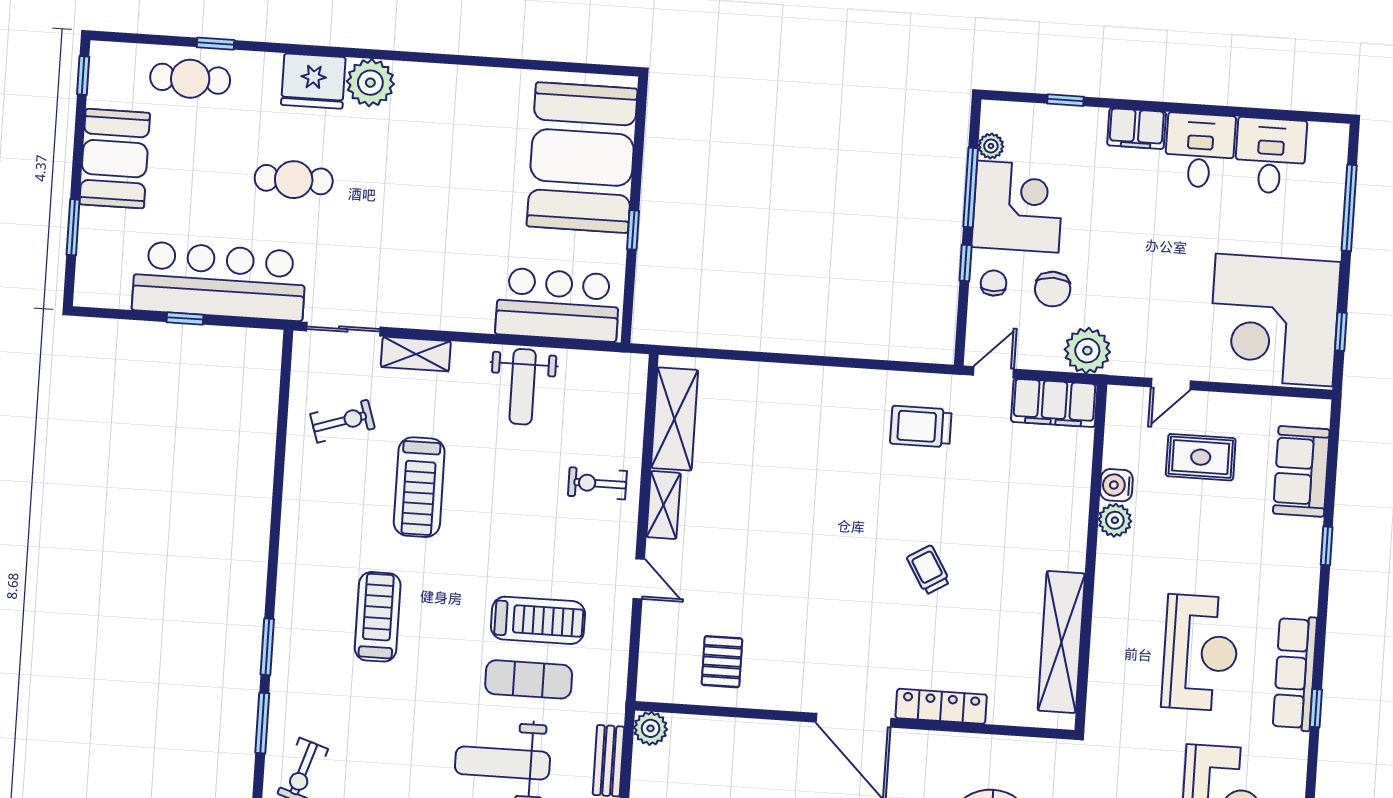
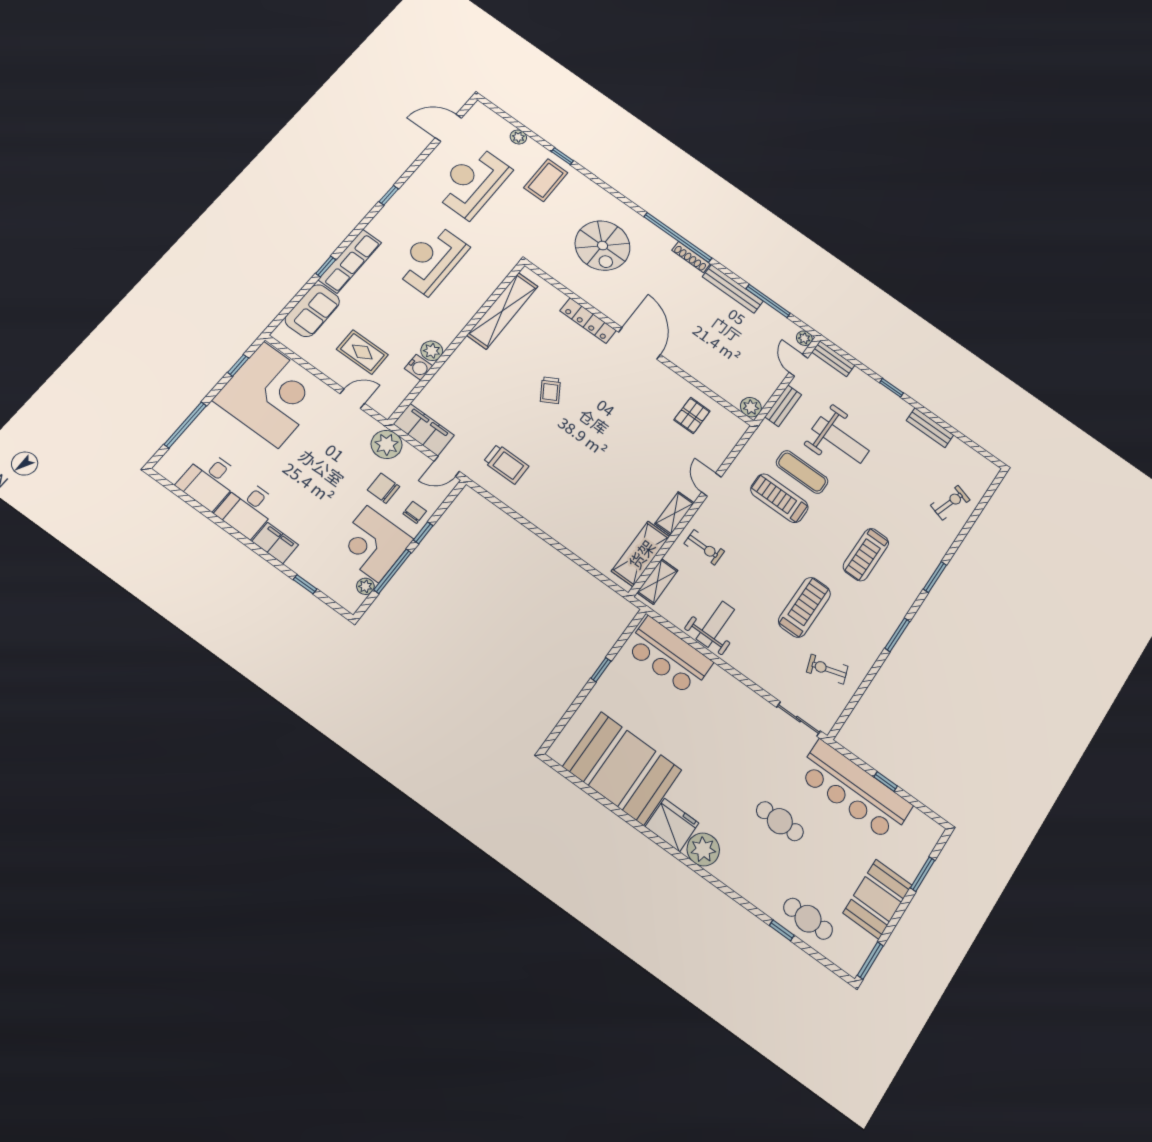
window: (83, 75) -> (870, 961), width x1.50
fridge: (313, 81) -> (672, 825), moved
booth: (582, 158) -> (622, 768), moved, turned 90
chair: (994, 283) -> (415, 512), turned 180
chair: (1053, 289) -> (384, 488), turned -90
shelving: (416, 354) -> (657, 581), moved, turned 90
row of seats: (1295, 673) -> (350, 261), moved
window: (262, 723) -> (897, 635), moved

